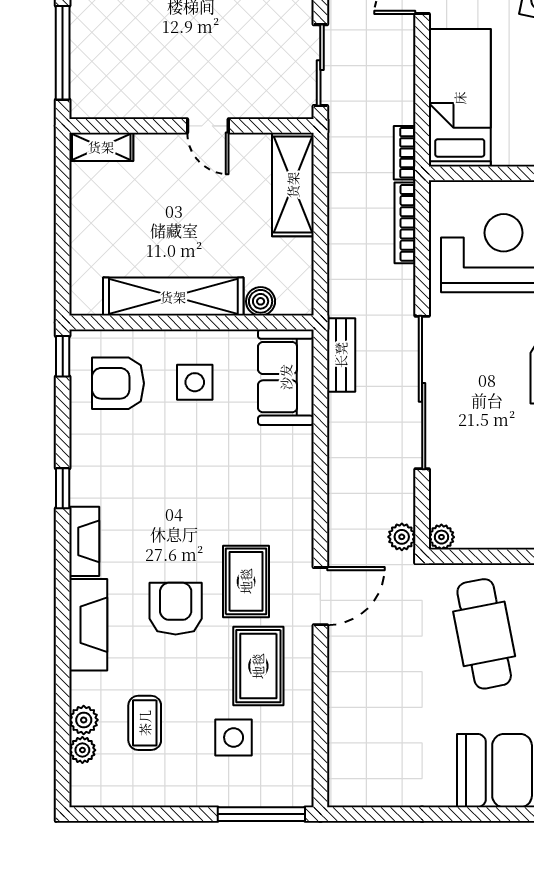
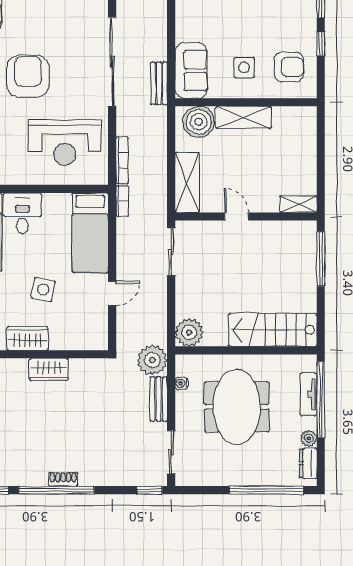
shelving: (173, 297) -> (244, 117), width x0.68
boiler: (261, 301) -> (199, 122), width x1.86, depth x1.86
window: (63, 356) -> (321, 44), moved

